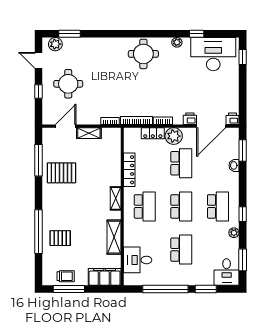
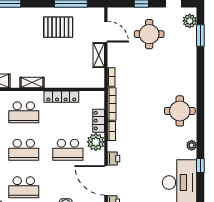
pallet: (61, 173) -> (58, 27), turned 90

